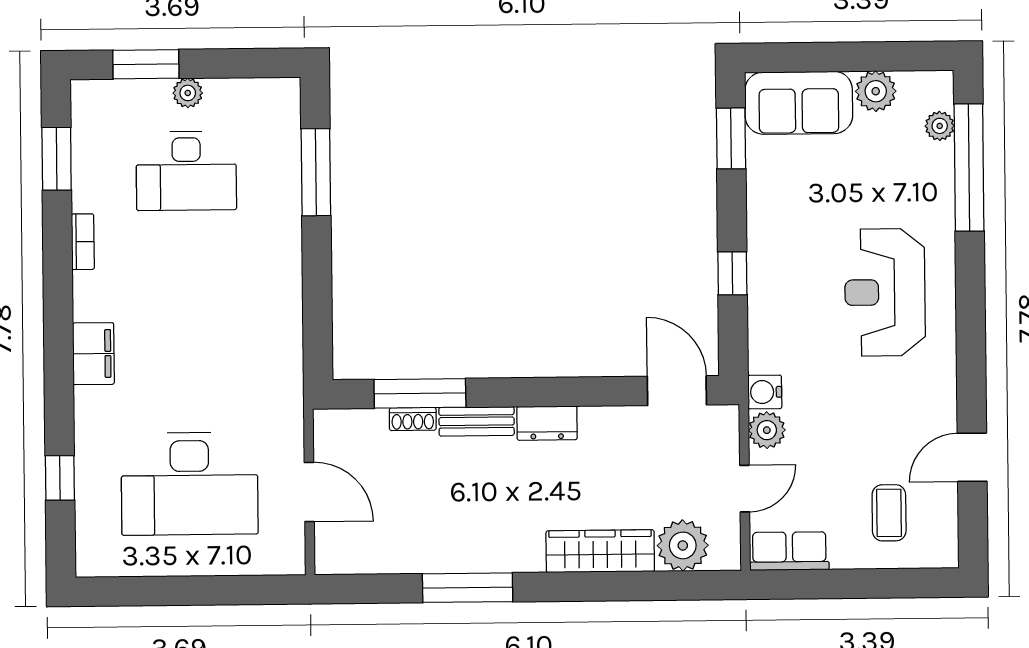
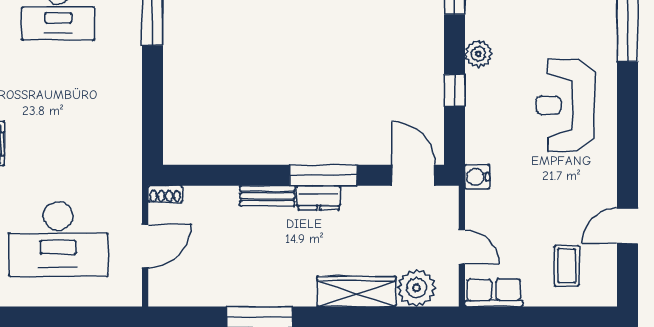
window: (420, 393) -> (323, 175), moved
shoe rack: (413, 419) -> (165, 194), moved
plant: (767, 430) -> (478, 54), moved
door: (745, 489) -> (462, 247), hinge flipped
door: (309, 492) -> (145, 246), hinge flipped

